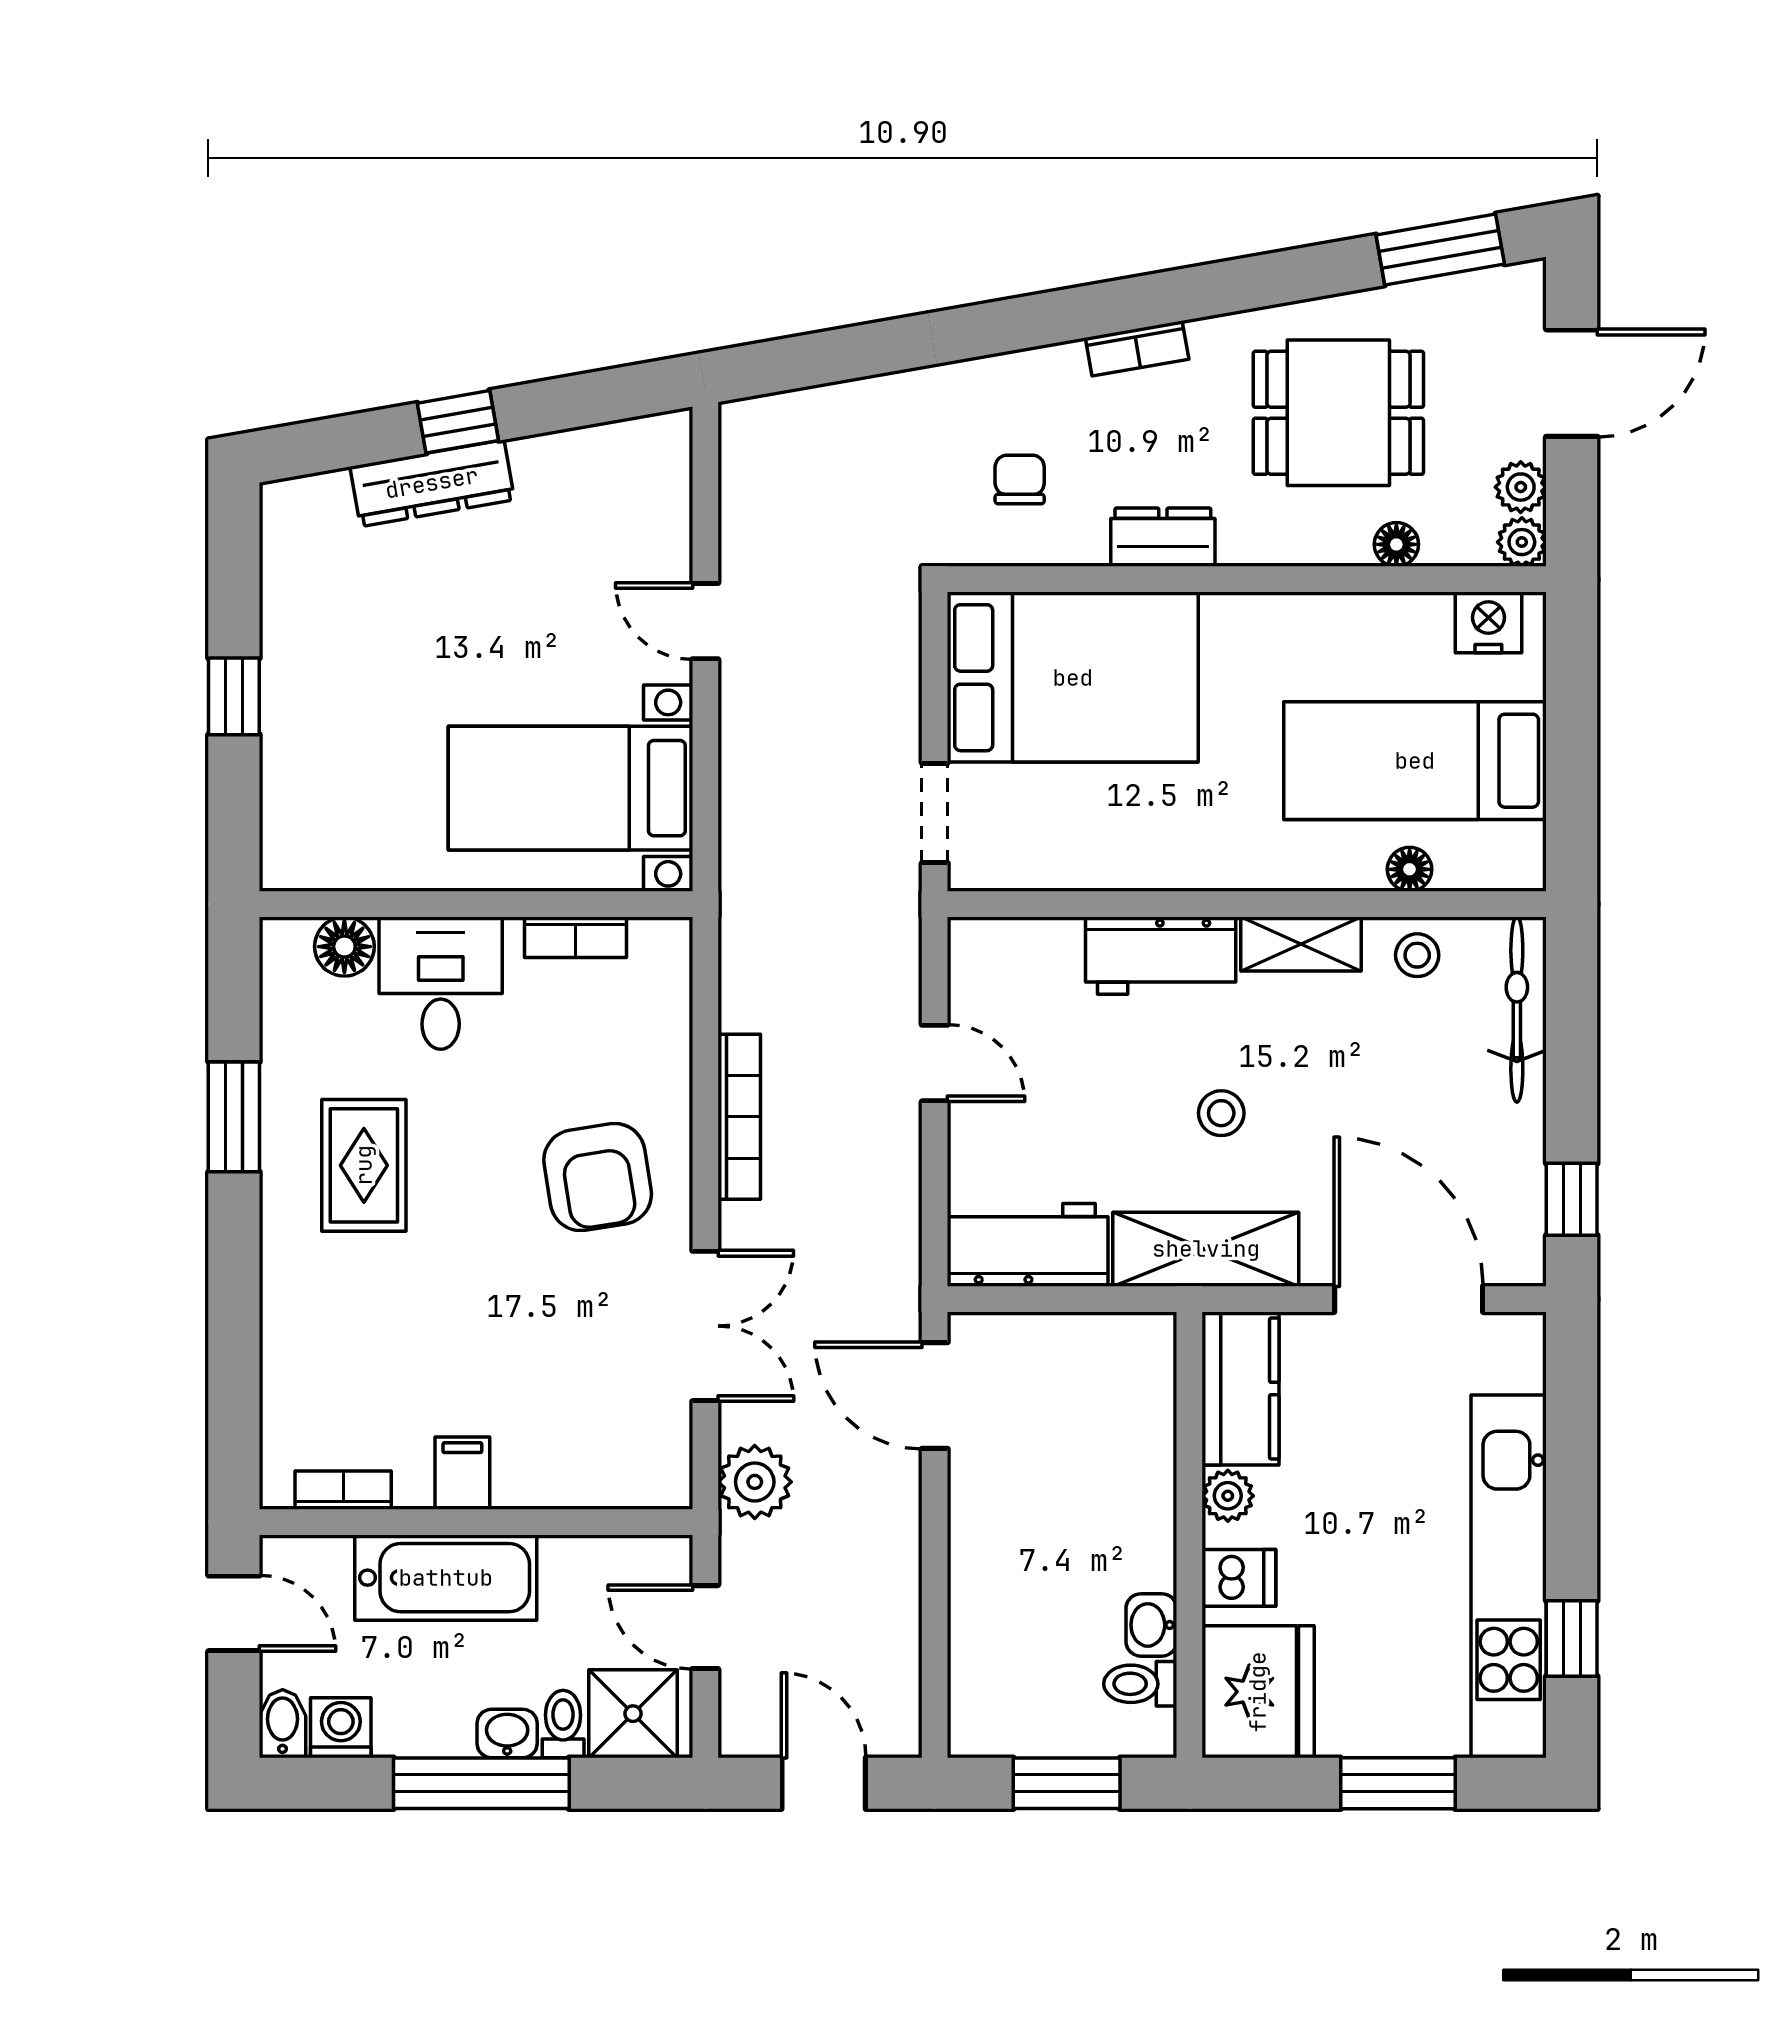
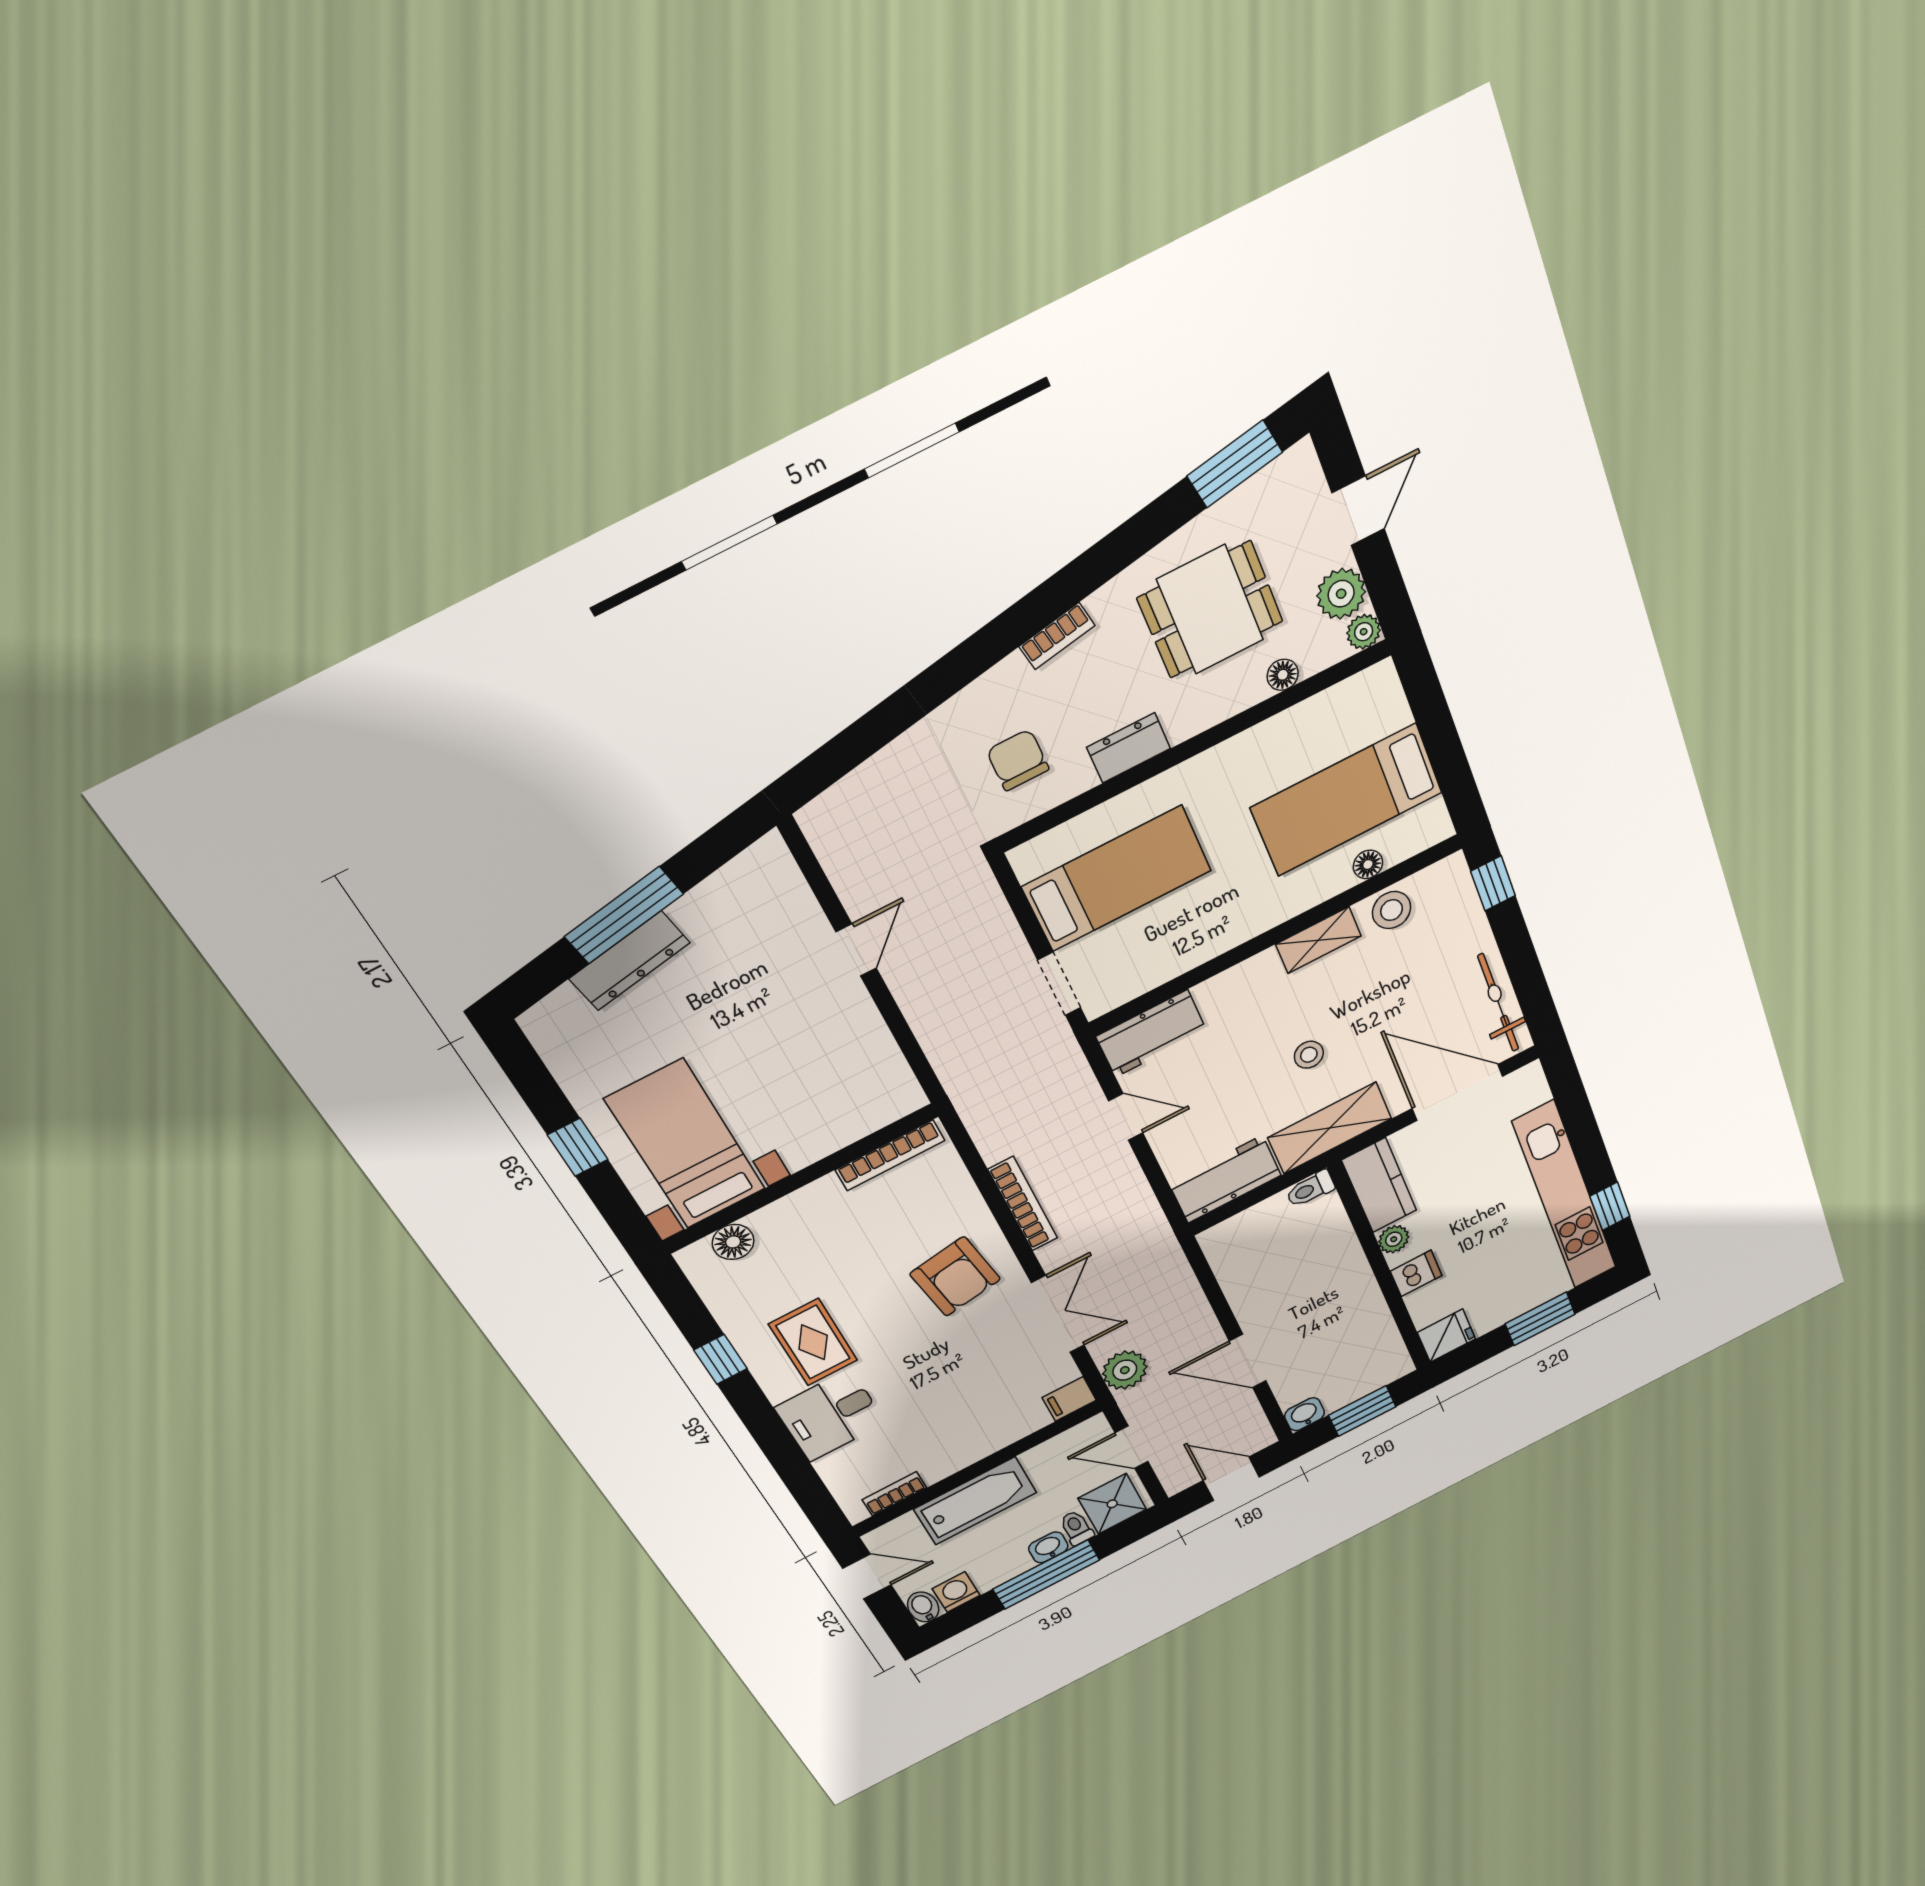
door: (1572, 383) -> (1358, 511), width x0.73
window: (458, 422) -> (624, 915), width x2.17
chair: (1020, 479) -> (1018, 760), width x1.37, depth x1.37
plant: (1521, 487) -> (1341, 594), width x1.38, depth x1.38
door: (705, 621) -> (856, 950), swing flipped
nightstand: (1488, 622) -> (1361, 693), removed
bed: (1073, 678) -> (1117, 879), width x0.67
bed with nightstands: (570, 788) -> (686, 1144), moved, turned 90
bookcase: (575, 937) -> (890, 1155), width x1.56
stool: (1417, 955) -> (1392, 910), width x1.37, depth x1.37
workbench: (1161, 956) -> (1151, 1034), moved
desk: (441, 983) -> (830, 1415), moved, turned -90
bicycle: (1517, 1010) -> (1498, 1003), moved
window: (234, 1117) -> (721, 1359), width x0.67
window: (1572, 1199) -> (1493, 883), moved
door: (935, 1396) -> (1248, 1361), moved
filing cabinet: (462, 1473) -> (1069, 1399), moved, turned -90
washbasin: (1151, 1625) -> (1305, 1414), moved, turned 90
toilet: (1140, 1684) -> (1310, 1189), moved
fridge: (1258, 1692) -> (1446, 1336), width x0.53, depth x0.75

